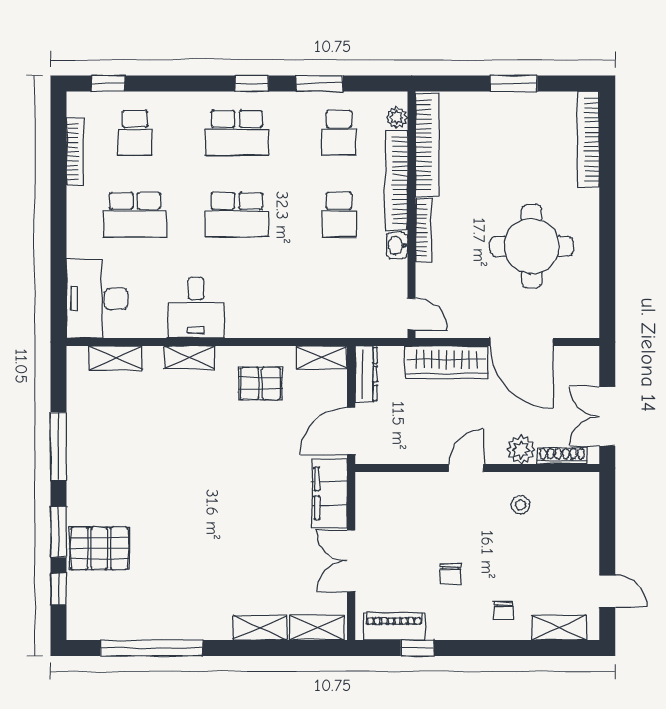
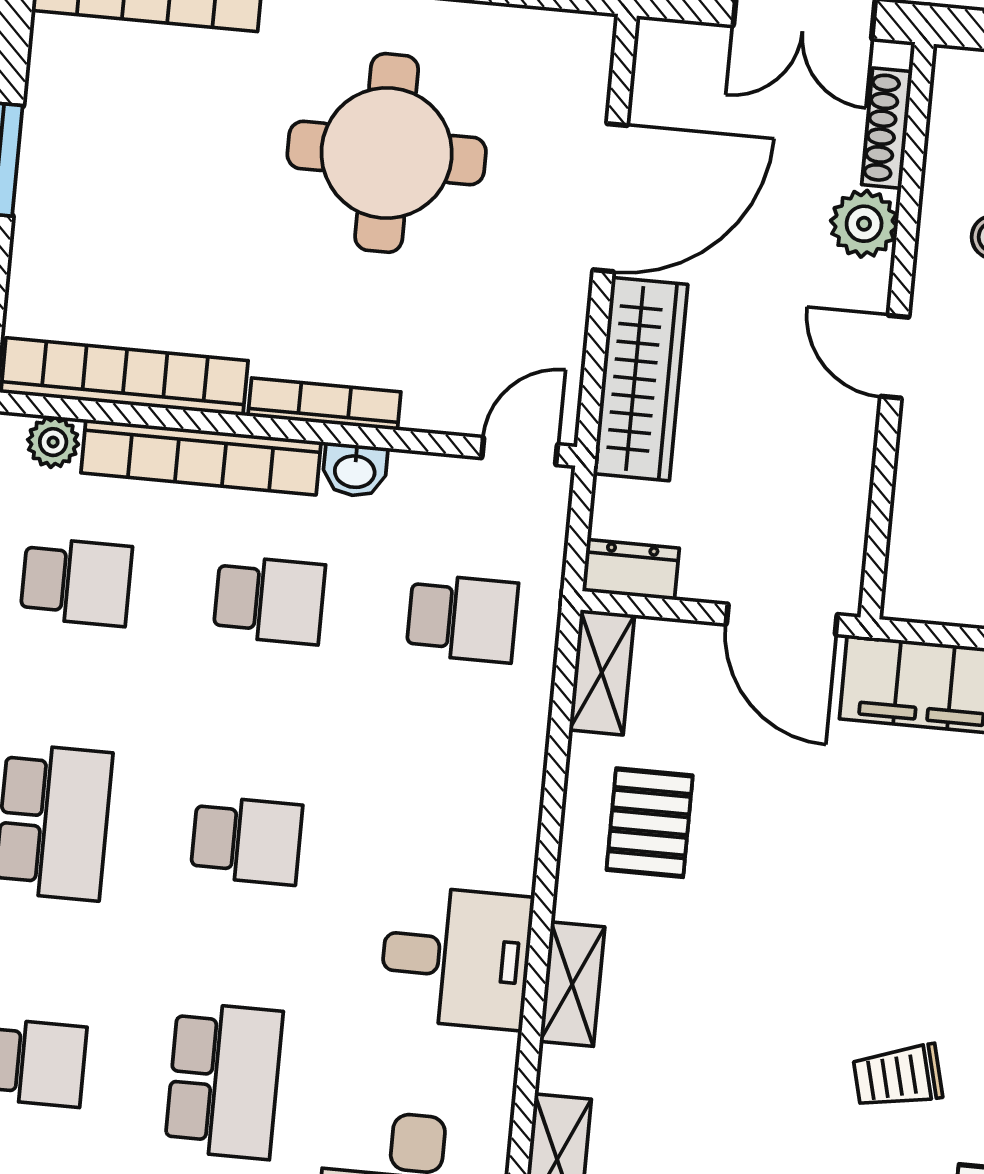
school desk: (237, 215) -> (247, 840), width x0.54
school desk: (339, 297) -> (462, 618), added
dresser: (366, 374) -> (631, 570), width x0.70
trolley: (164, 498) -> (898, 1076), added

